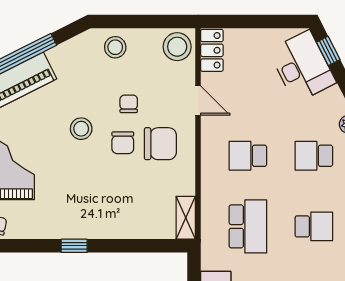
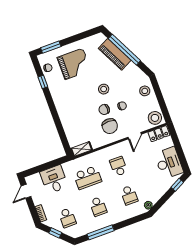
desk: (302, 67) -> (169, 163), moved, turned -63
school desk: (314, 156) -> (129, 195), turned 180
window: (74, 246) -> (43, 82), moved

